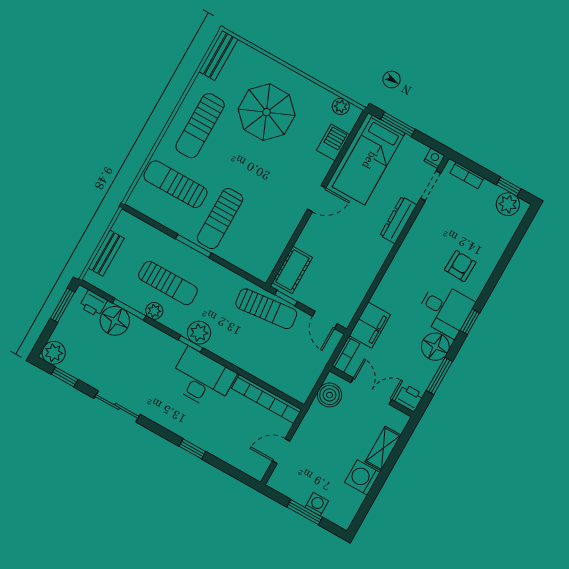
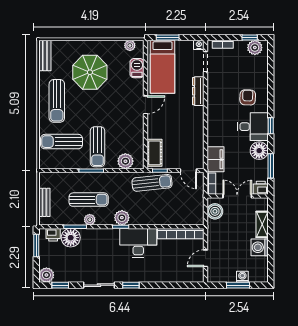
plant: (247, 259) -> (125, 161), added
window: (192, 449) -> (131, 285), moved

